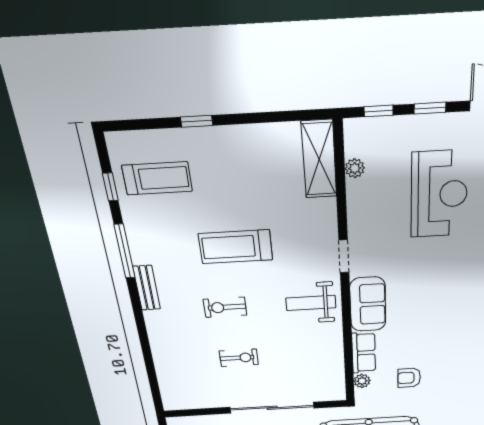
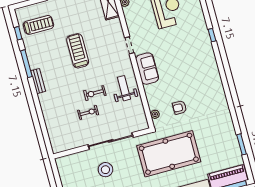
treadmill: (236, 247) -> (78, 51), turned 90
weight bench: (311, 303) -> (124, 88), moved, turned 90
exercise bike: (225, 307) -> (95, 93), moved
row of seats: (364, 353) -> (152, 97), removed

